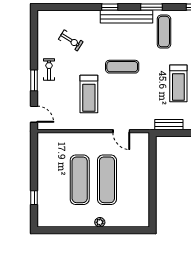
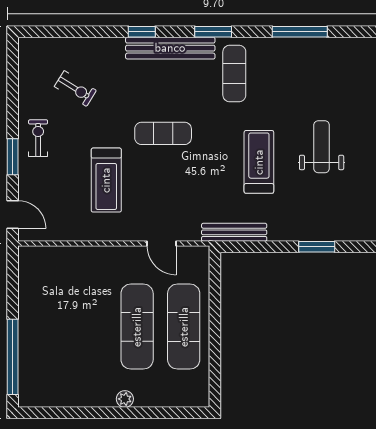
treadmill: (178, 83) -> (259, 162), turned 180
bench: (169, 125) -> (234, 232), width x1.36
exercise mat: (80, 180) -> (184, 327), moved
window: (34, 198) -> (13, 357), width x3.17

